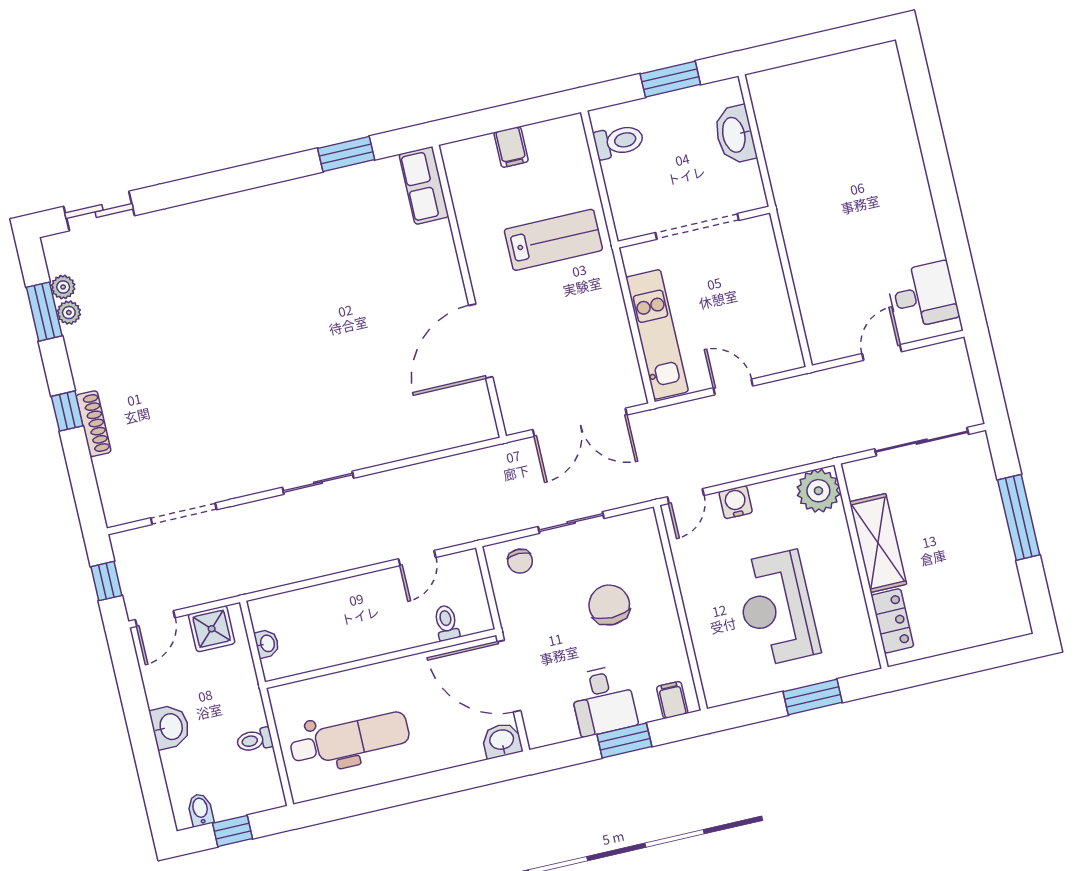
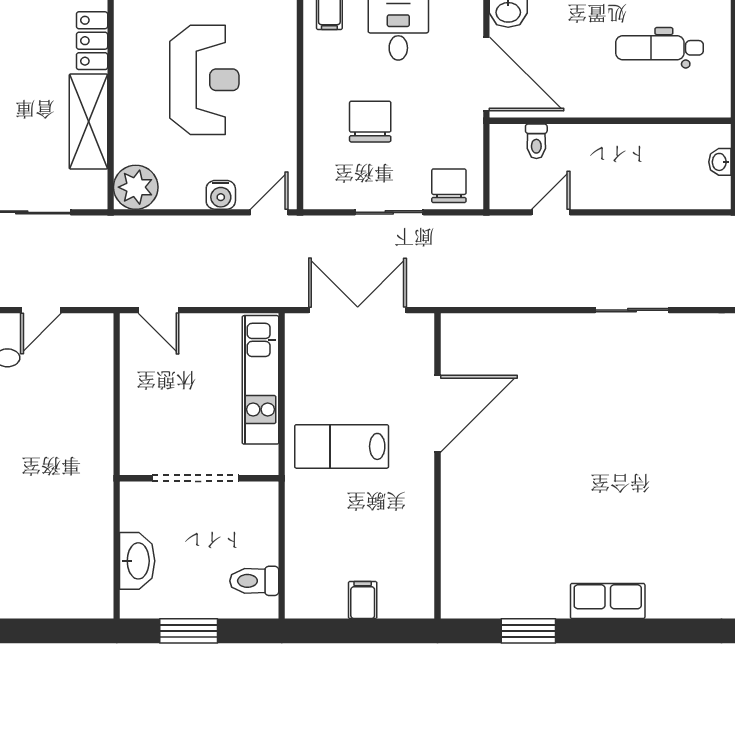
row of seats: (424, 186) -> (608, 601), moved, turned -90
lab bench: (553, 240) -> (342, 446), moved
door: (733, 387) -> (159, 310), moved
chair: (520, 561) -> (449, 186), width x1.37, depth x1.37
chair: (609, 605) -> (370, 122), turned 180
dental chair: (350, 739) -> (660, 48), width x0.73, depth x0.72

